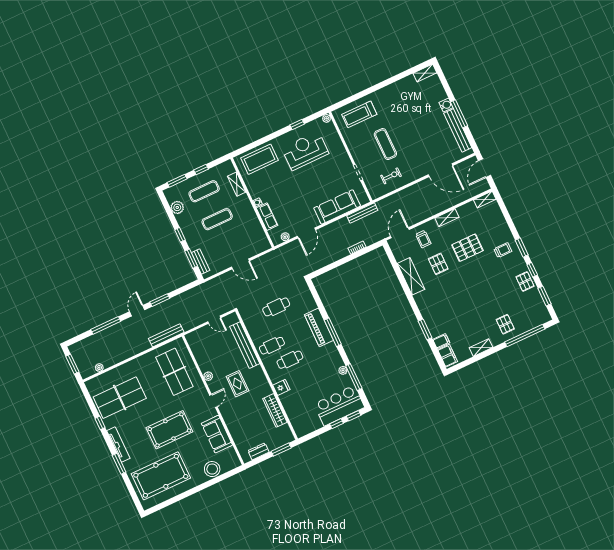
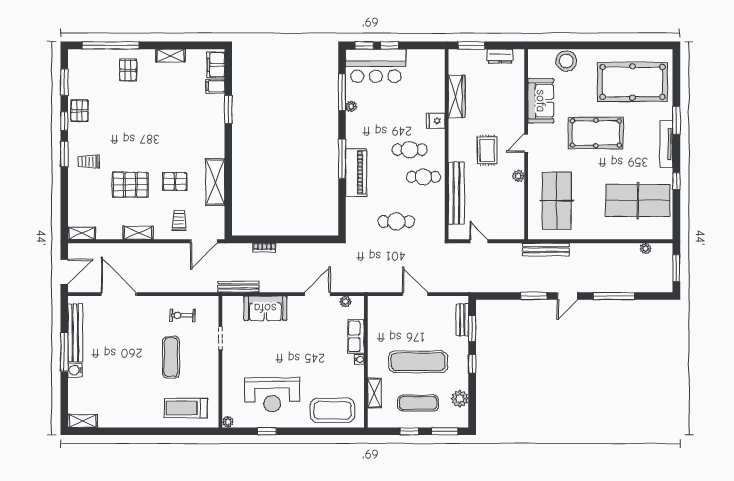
treadmill: (359, 114) -> (186, 408), turned 180
sofa: (337, 207) -> (265, 308), width x0.73
exercise mat: (217, 219) -> (418, 362), width x1.36, depth x1.45
pallet: (438, 264) -> (175, 182), turned 90

